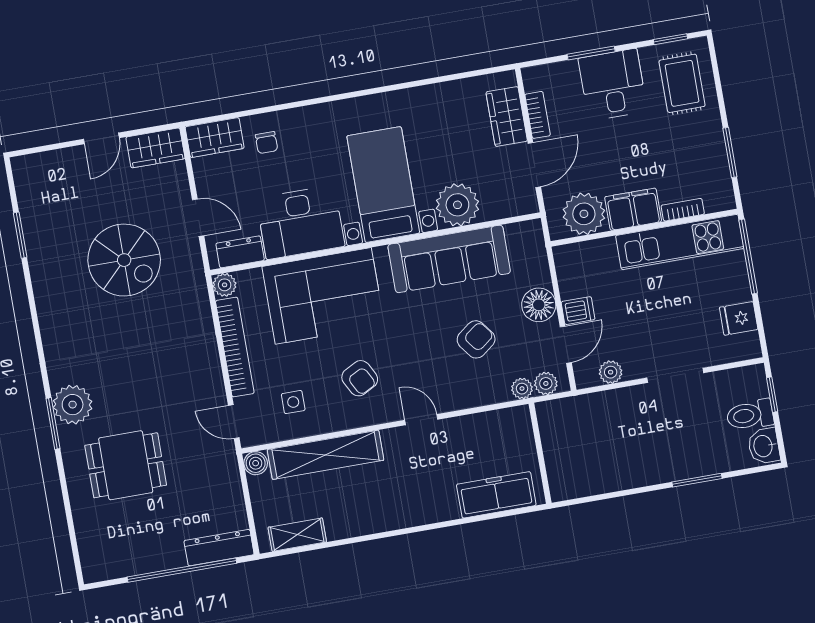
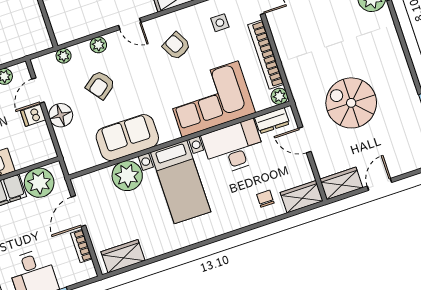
wardrobe: (507, 117) -> (123, 256), moved, turned -90
sofa: (449, 259) -> (127, 138), width x0.73
plant: (546, 383) -> (98, 45), moved

